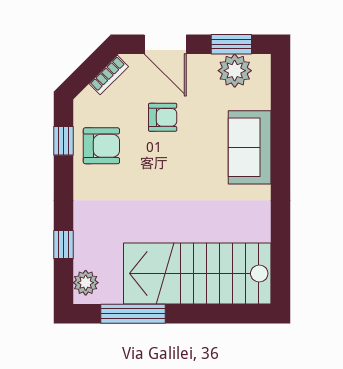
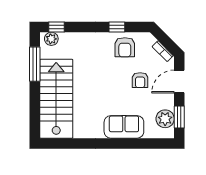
window: (64, 141) -> (117, 27), moved
window: (64, 244) -> (56, 27), moved

